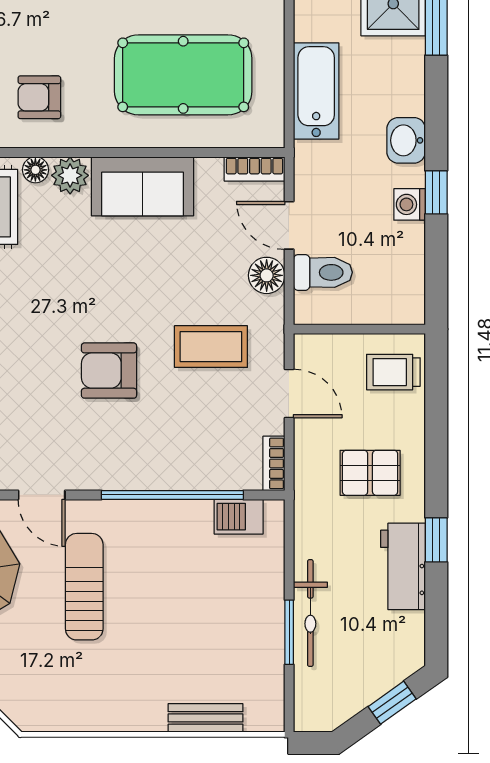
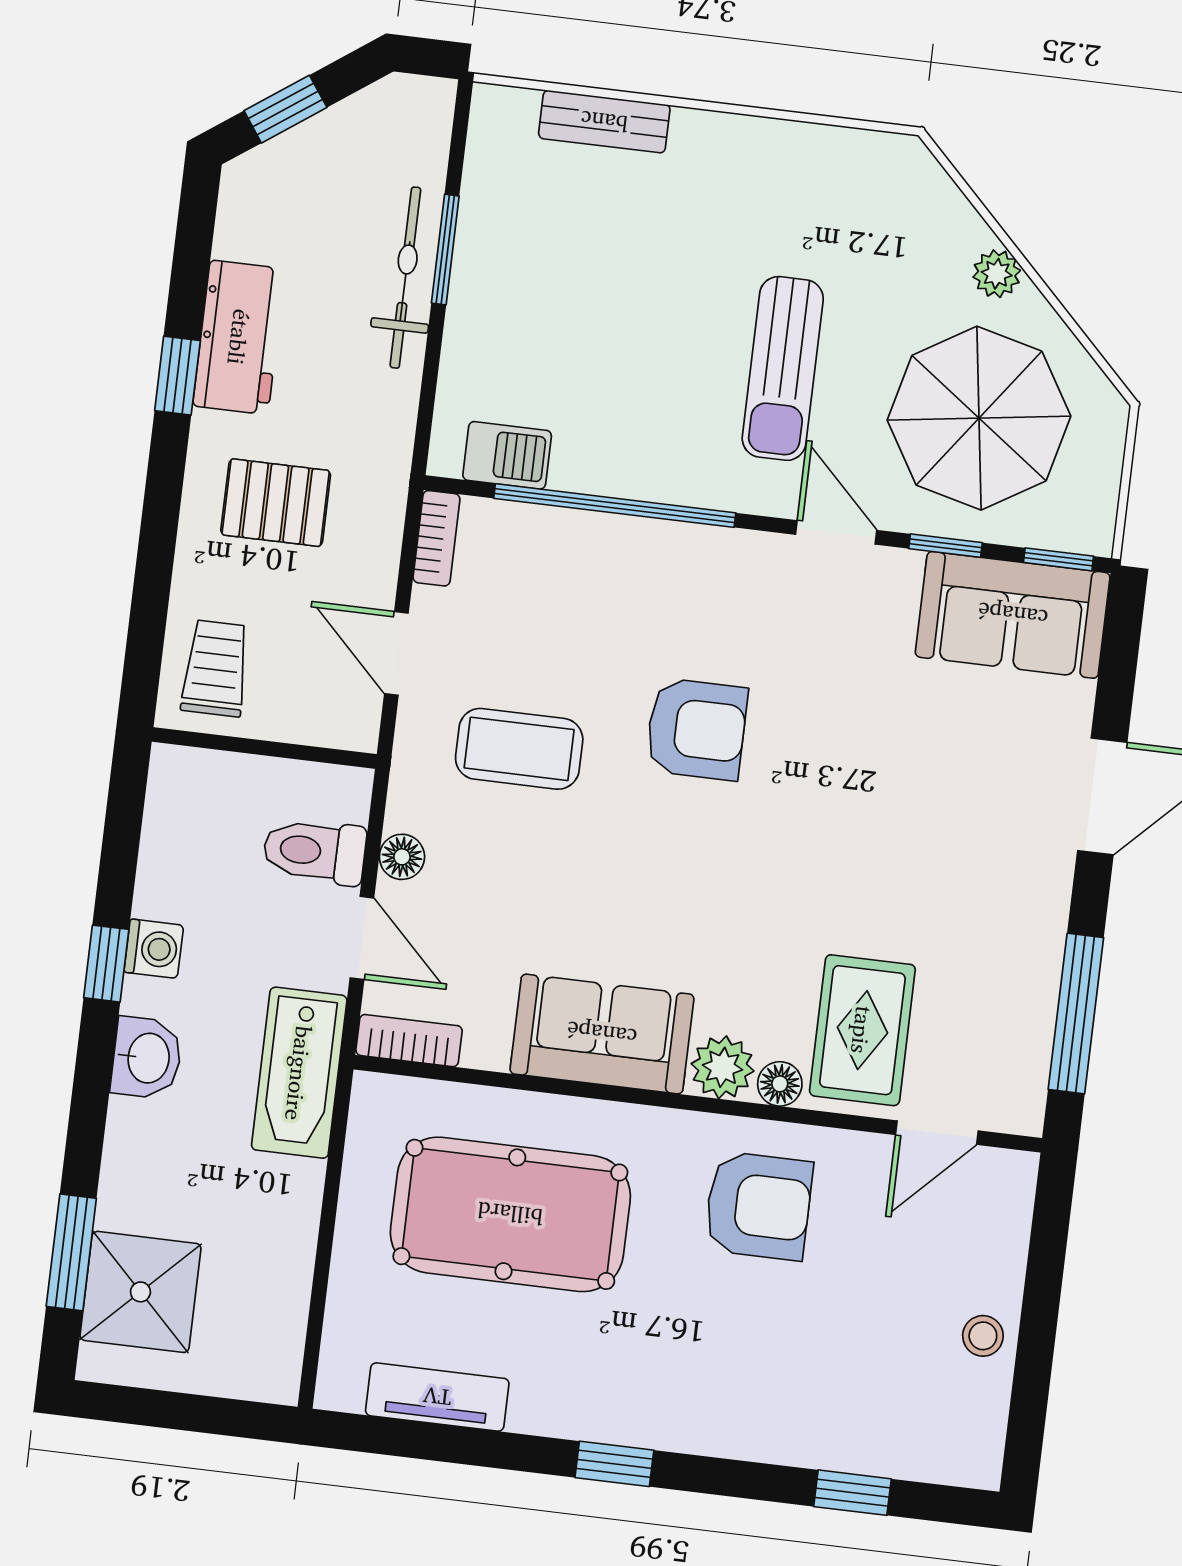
bathtub: (316, 91) -> (299, 1073), moved
armchair: (39, 97) -> (758, 1206), width x1.38, depth x1.38
floor lamp: (267, 275) -> (402, 857), width x0.73, depth x0.73
trolley: (393, 372) -> (216, 668), turned -90

